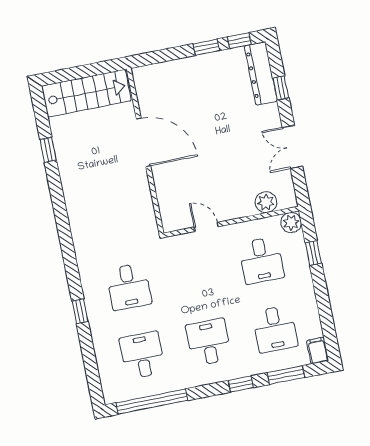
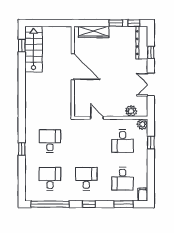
wardrobe: (169, 72) -> (94, 32), added
stairs: (86, 93) -> (34, 49), moved, turned -90
window: (48, 150) -> (22, 46), moved
desk: (129, 287) -> (50, 141), turned 180
window: (241, 384) -> (89, 204), moved

